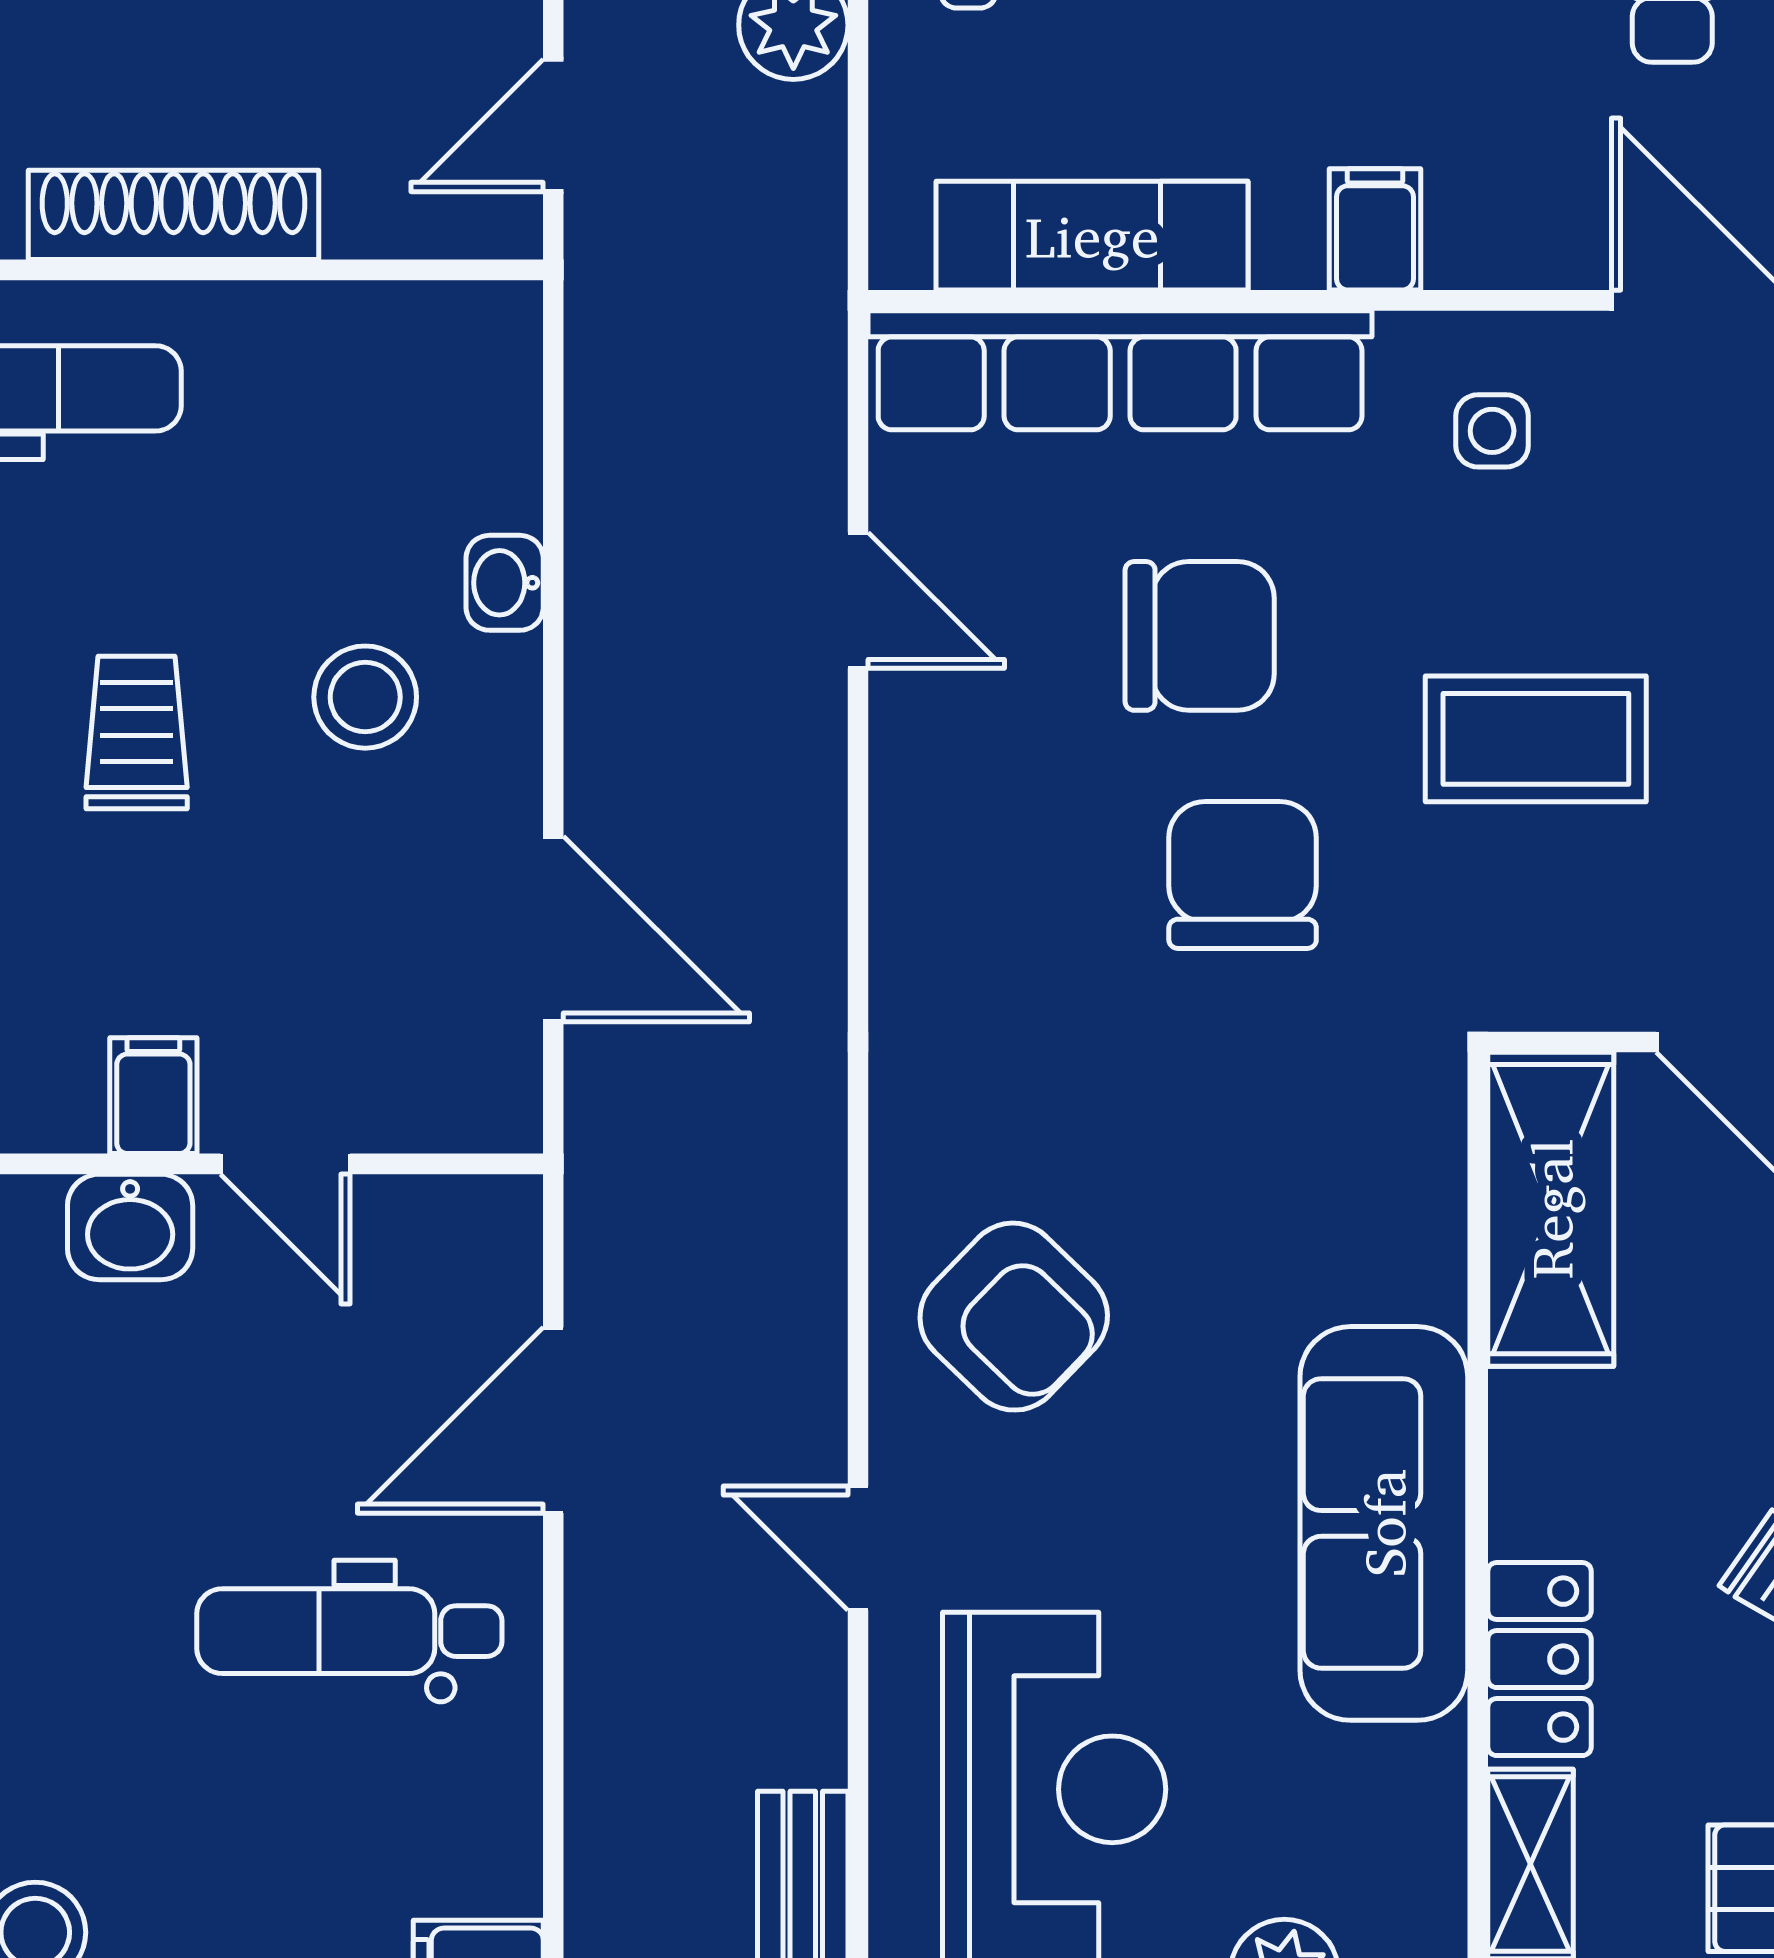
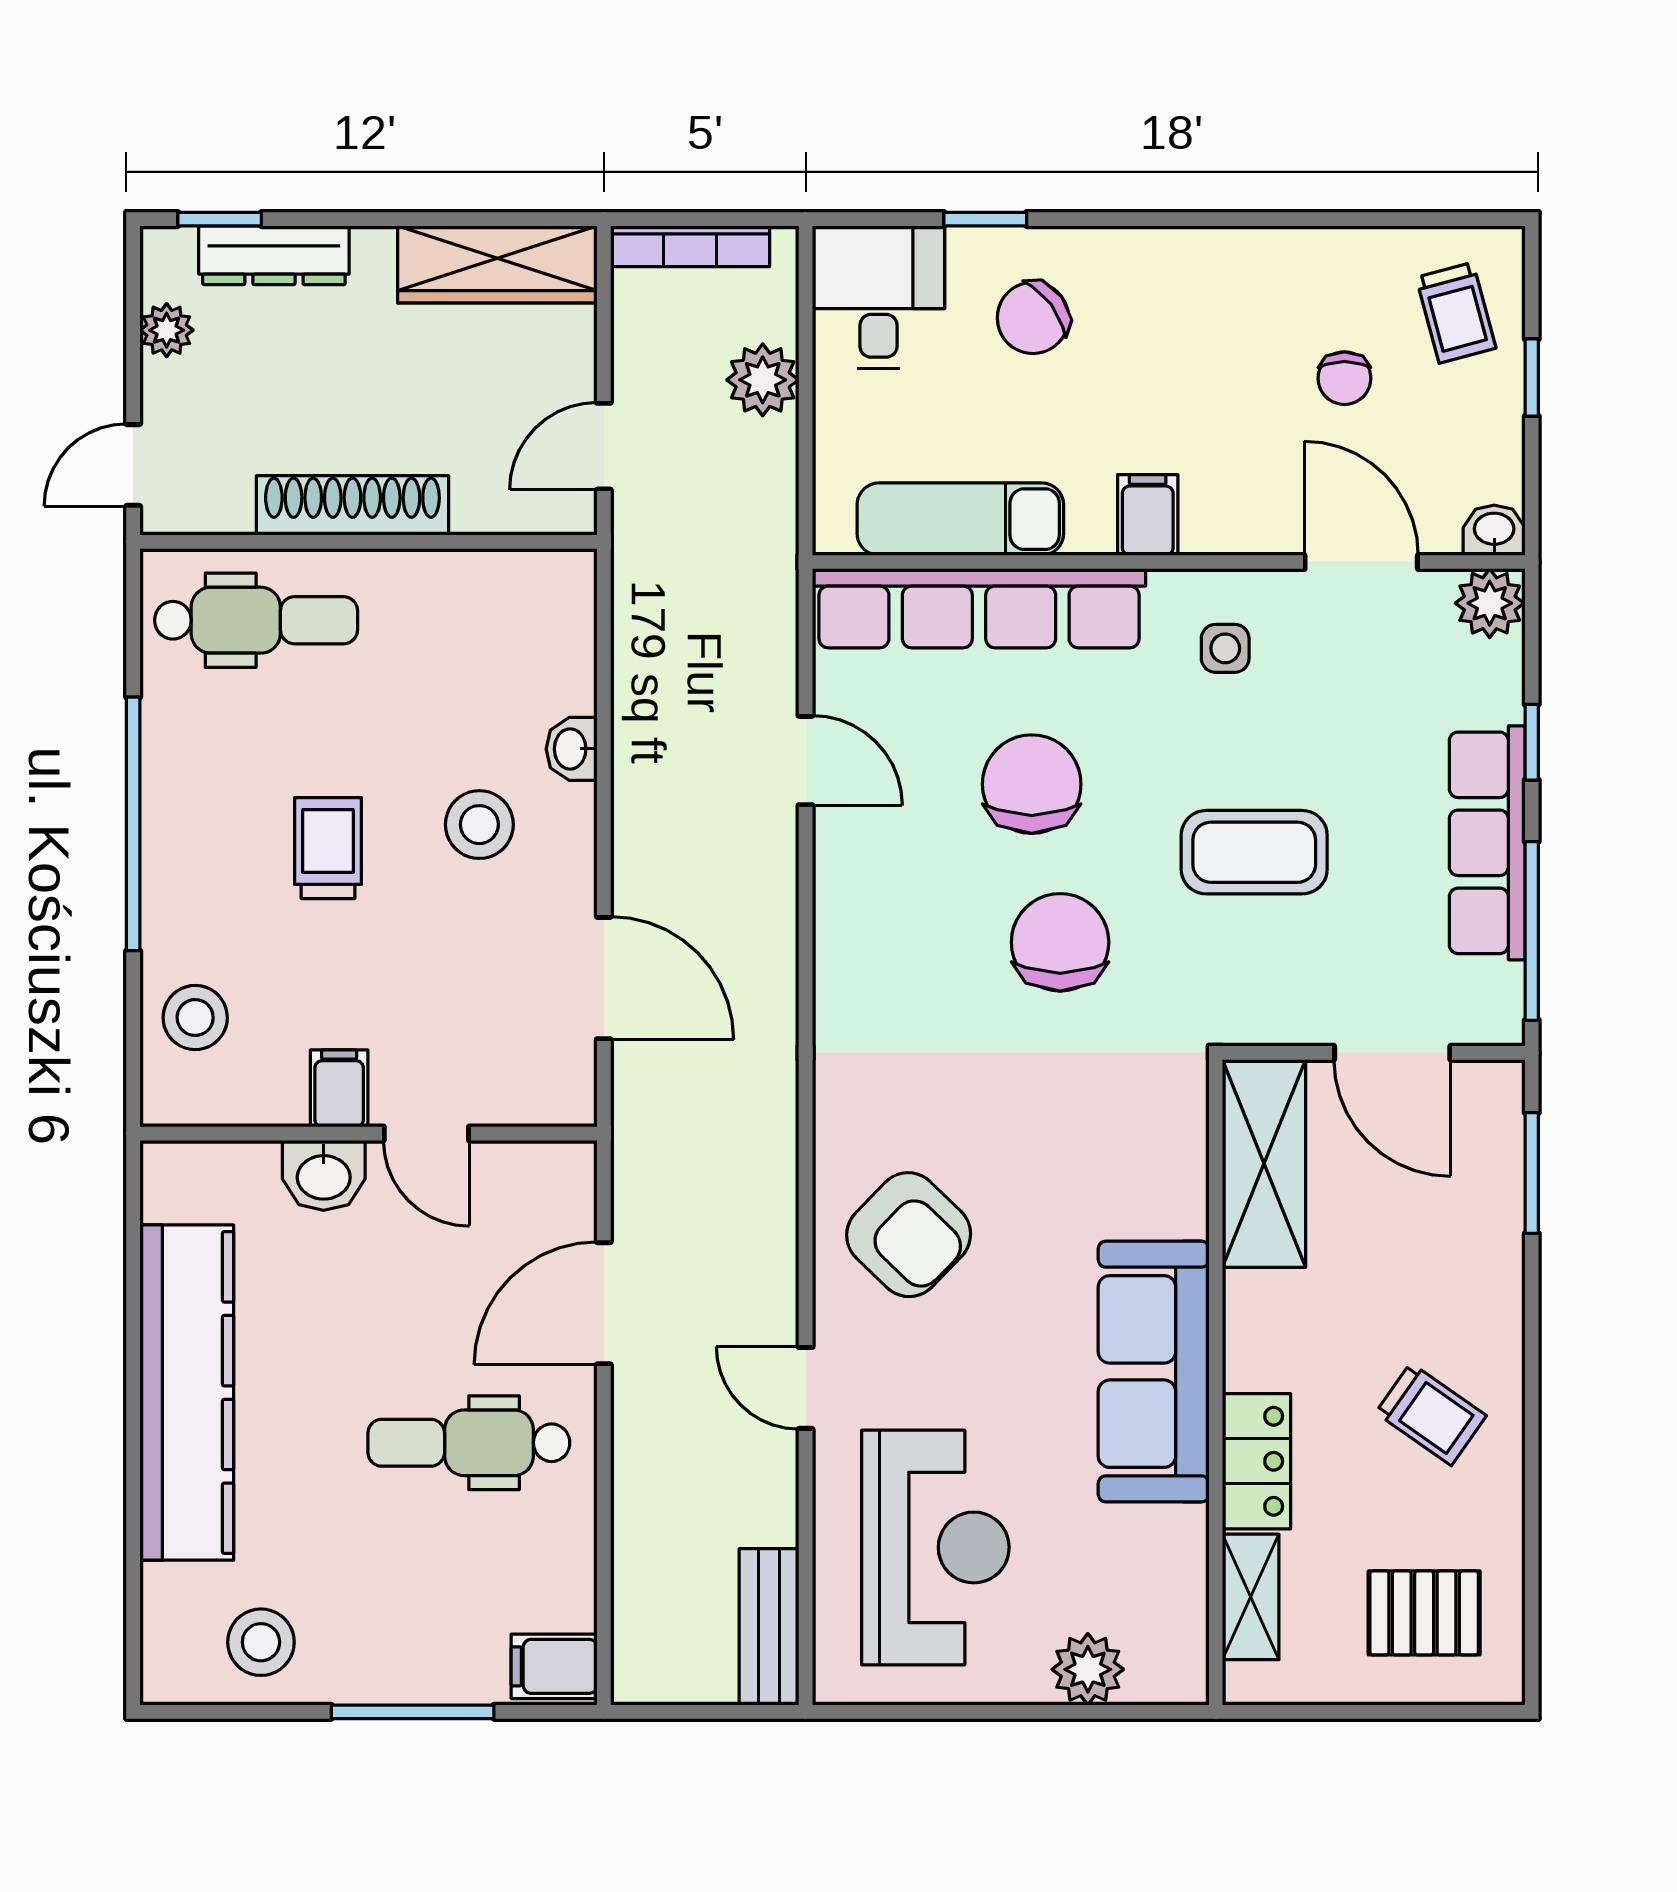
chair: (1200, 636) -> (1032, 784), turned -90

